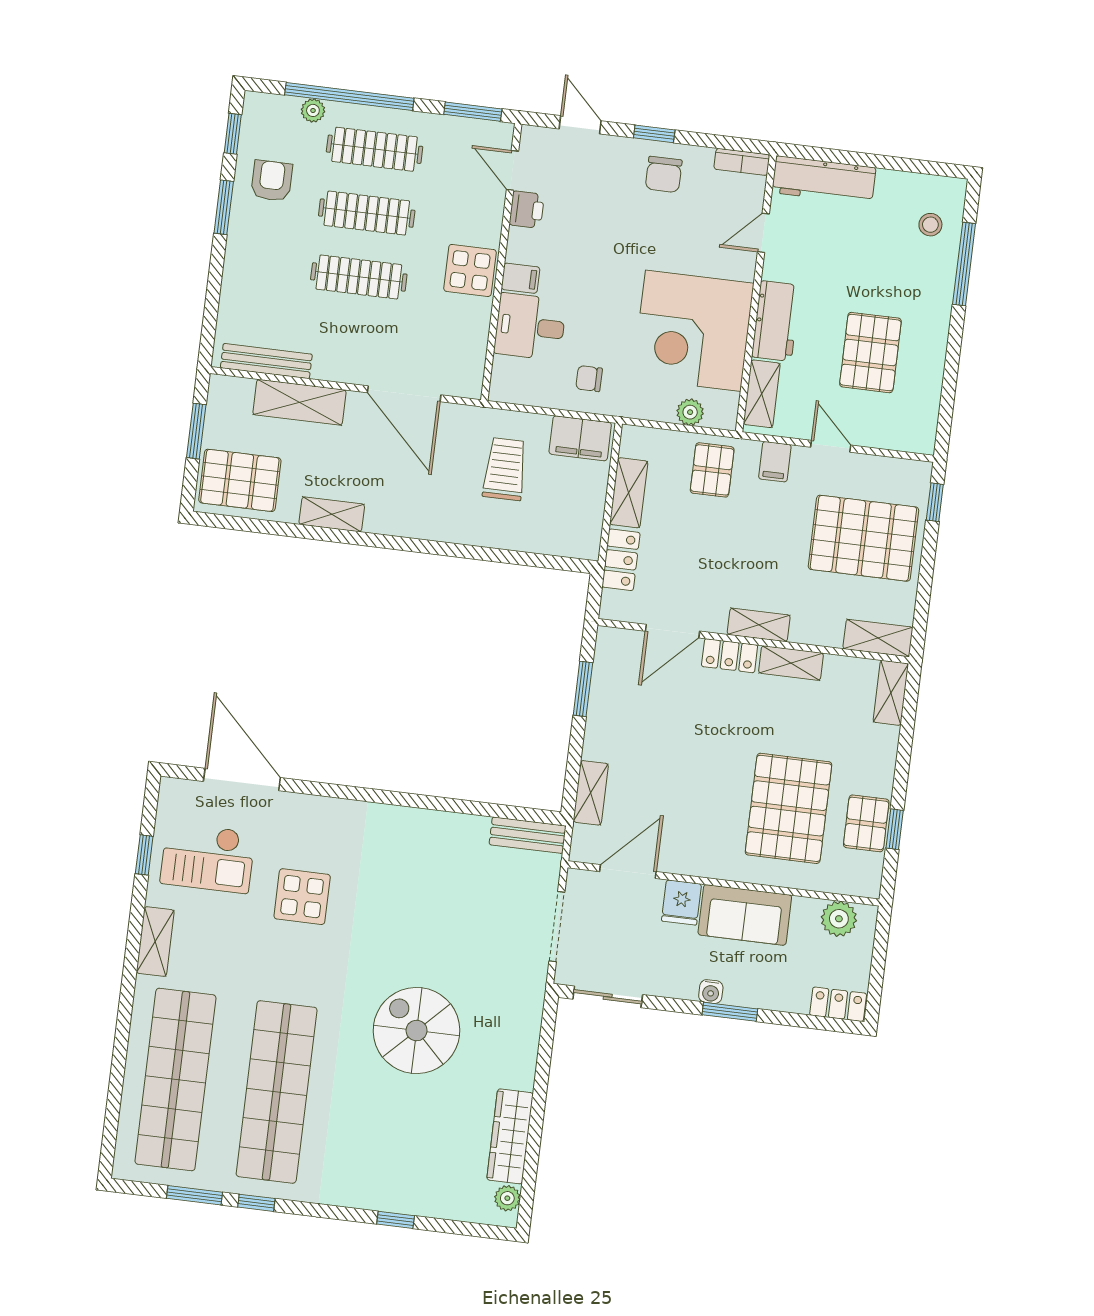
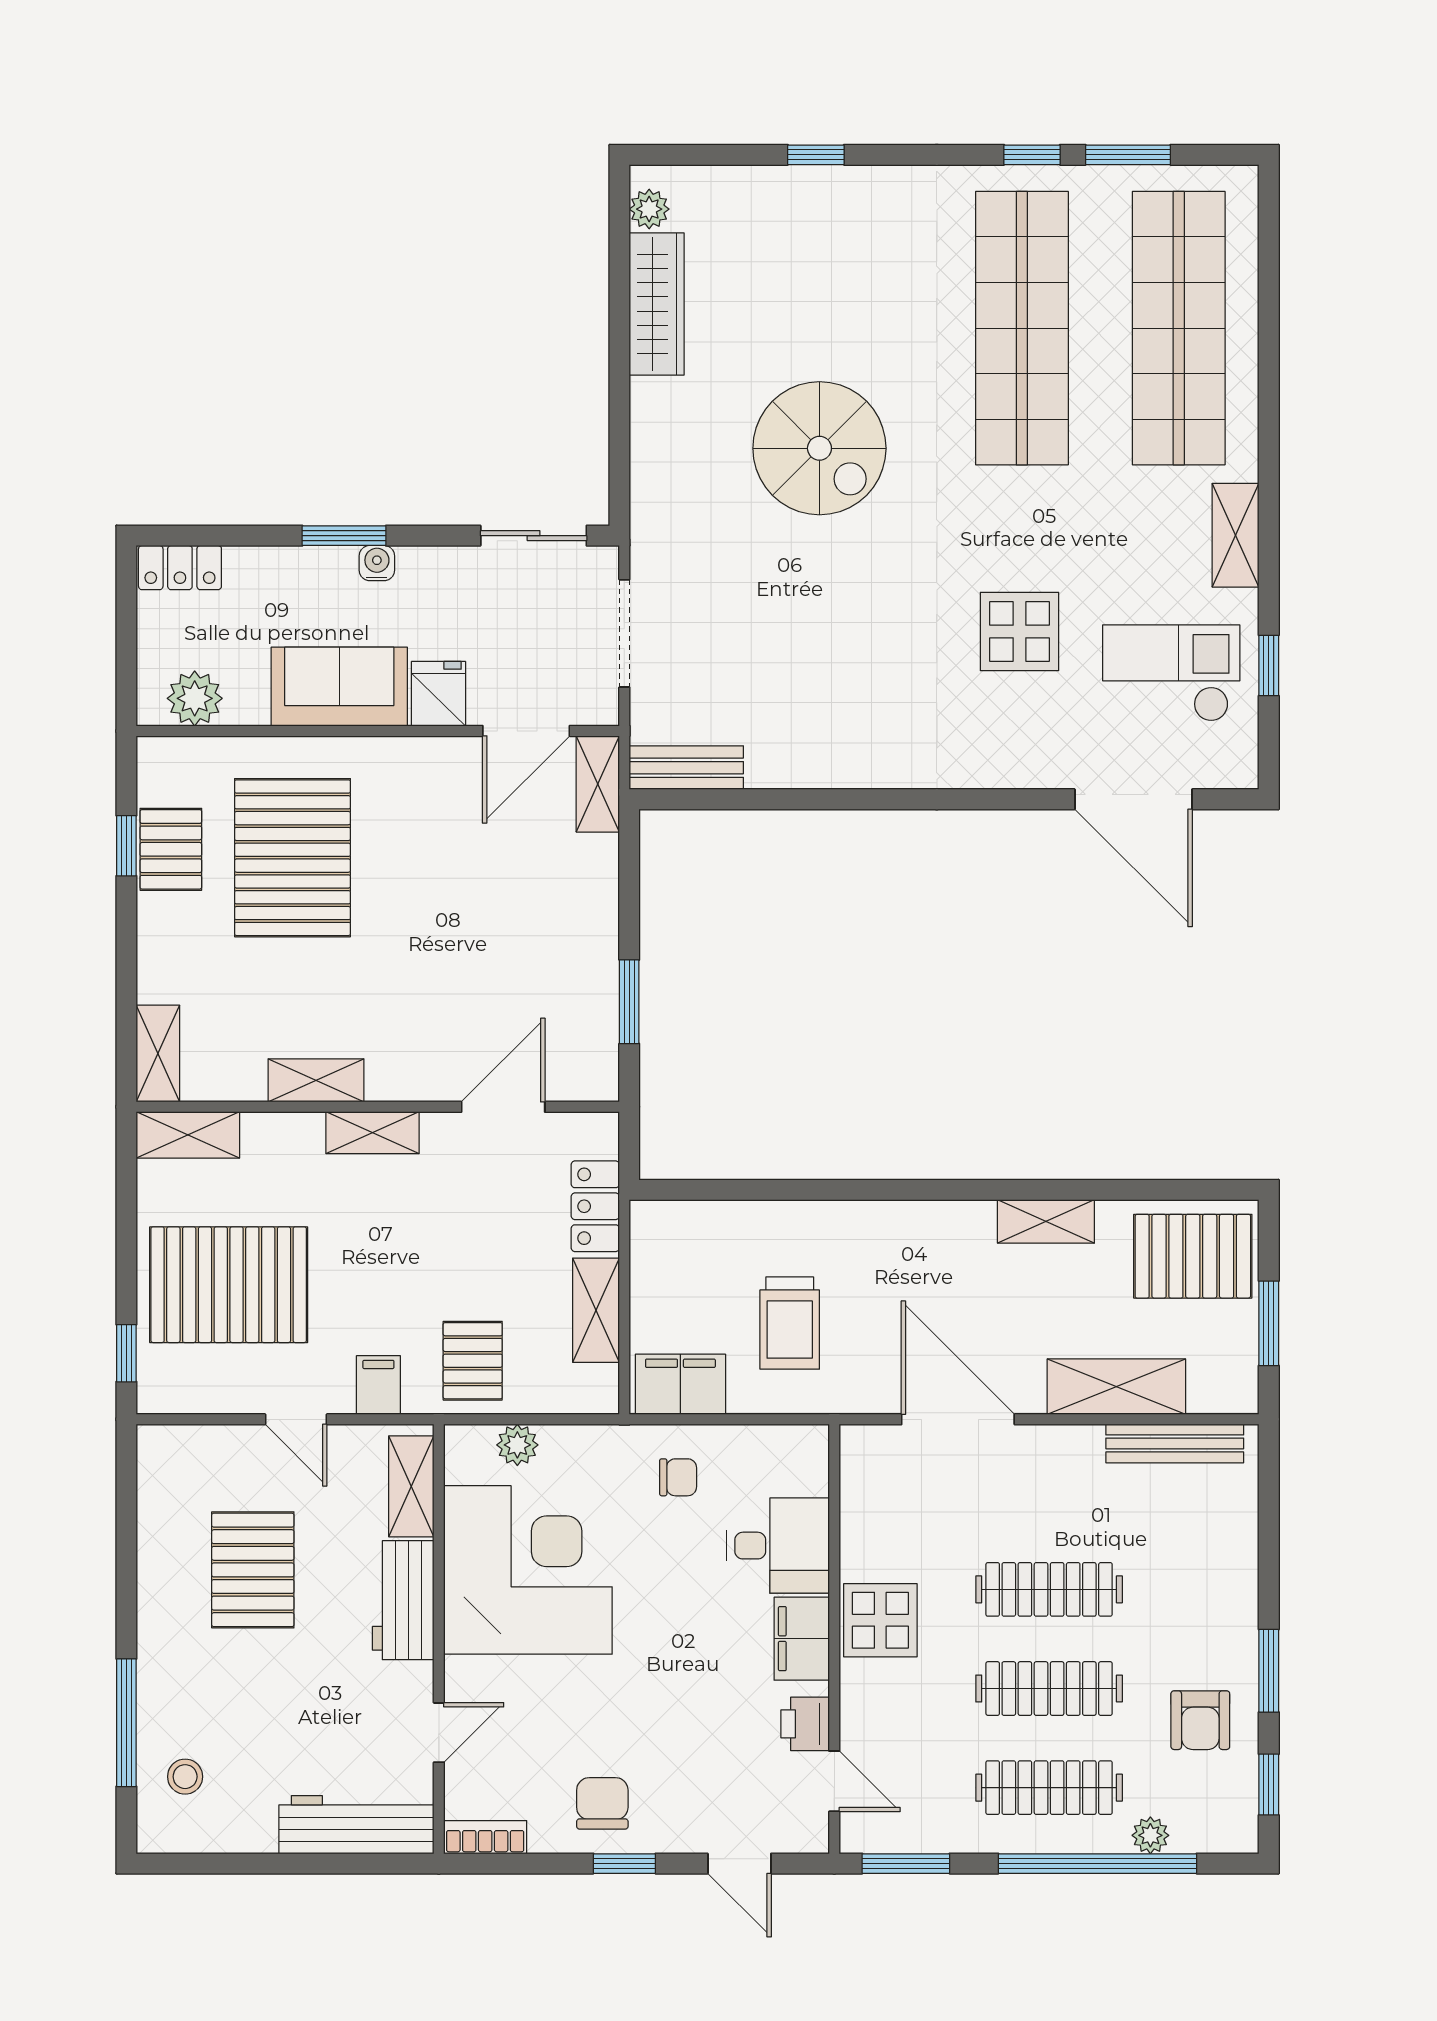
filing cabinet: (521, 278) -> (802, 1639), width x2.00
locker: (730, 656) -> (411, 1080), removed
shelving: (591, 793) -> (598, 784), moved

